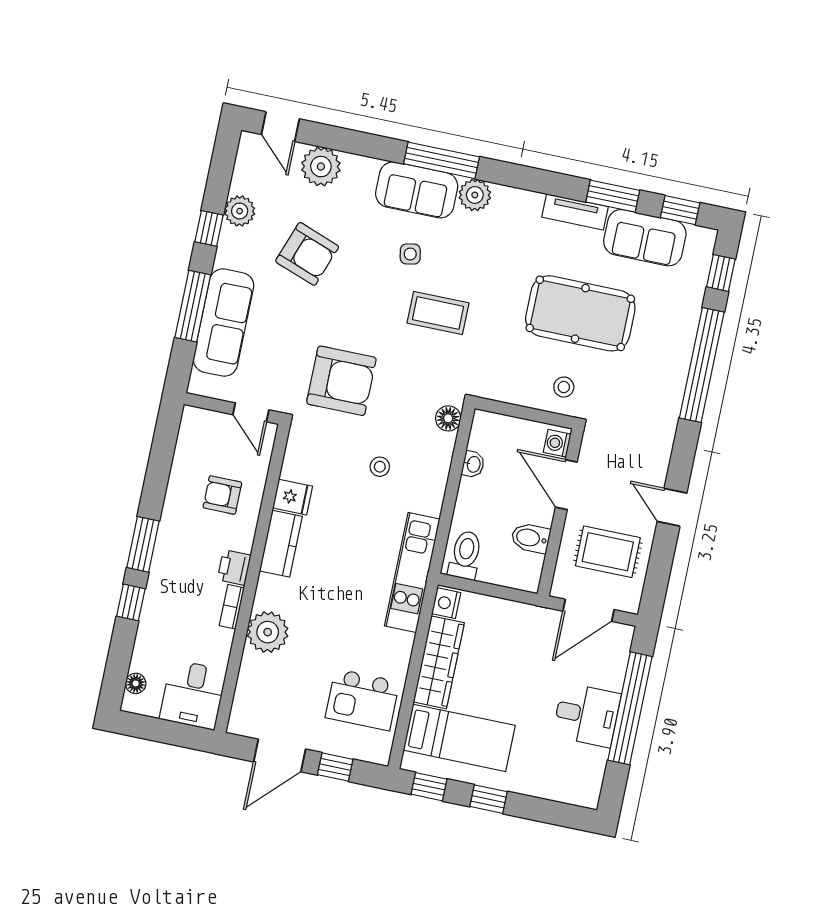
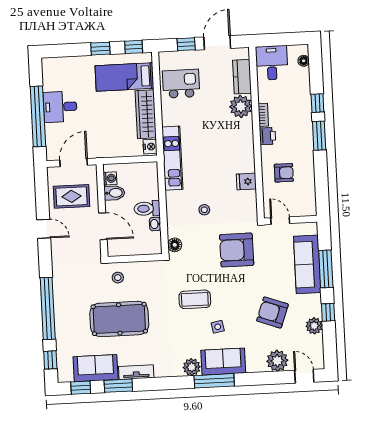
washing machine: (557, 443) -> (110, 178), moved
kitchen counter: (281, 544) -> (242, 77), moved
toilet: (465, 555) -> (147, 209), moved, turned 90

